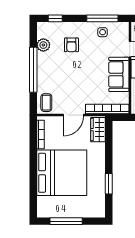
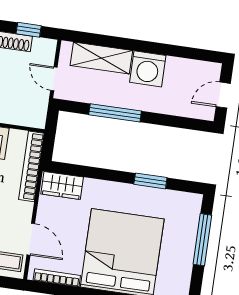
door: (73, 115) -> (31, 239), moved
window: (66, 221) -> (202, 240), moved

